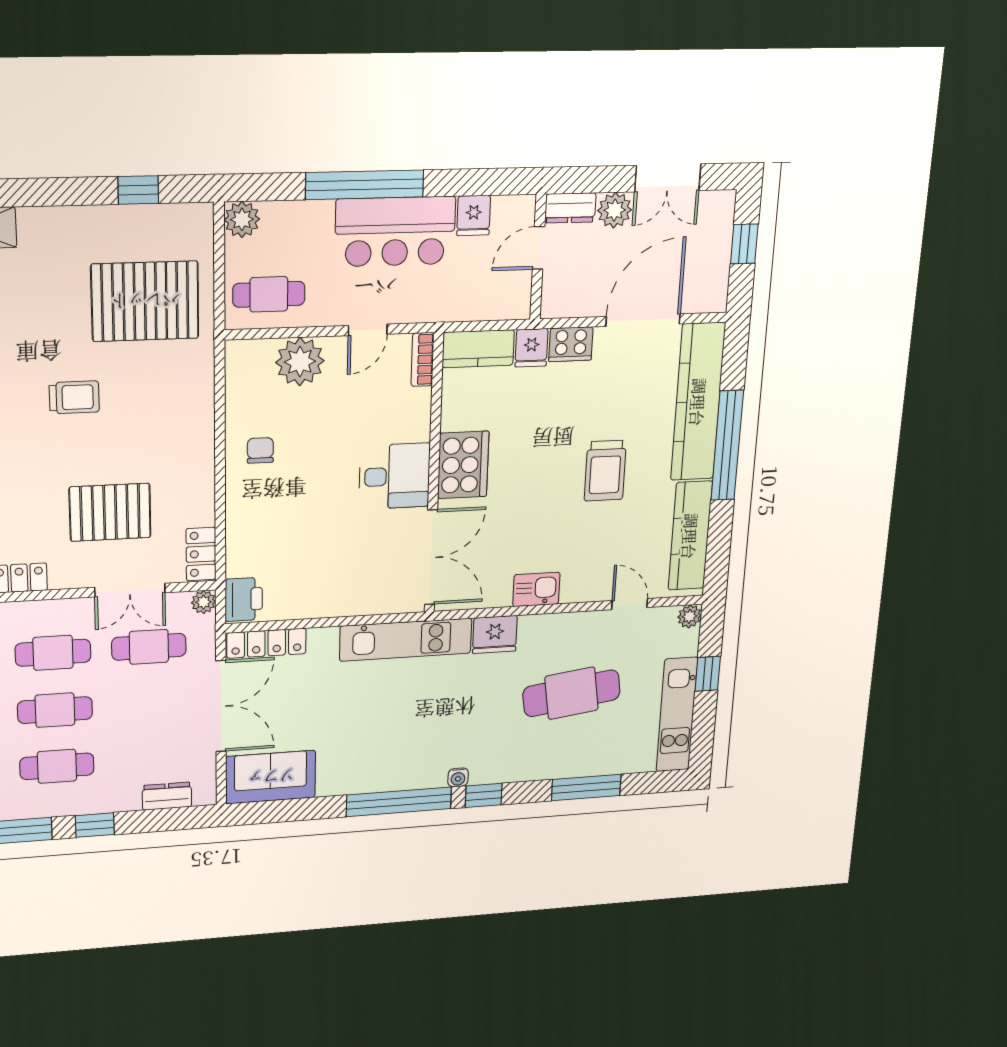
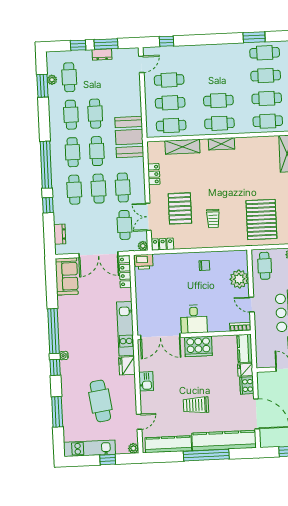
trolley: (74, 397) -> (213, 219), moved

